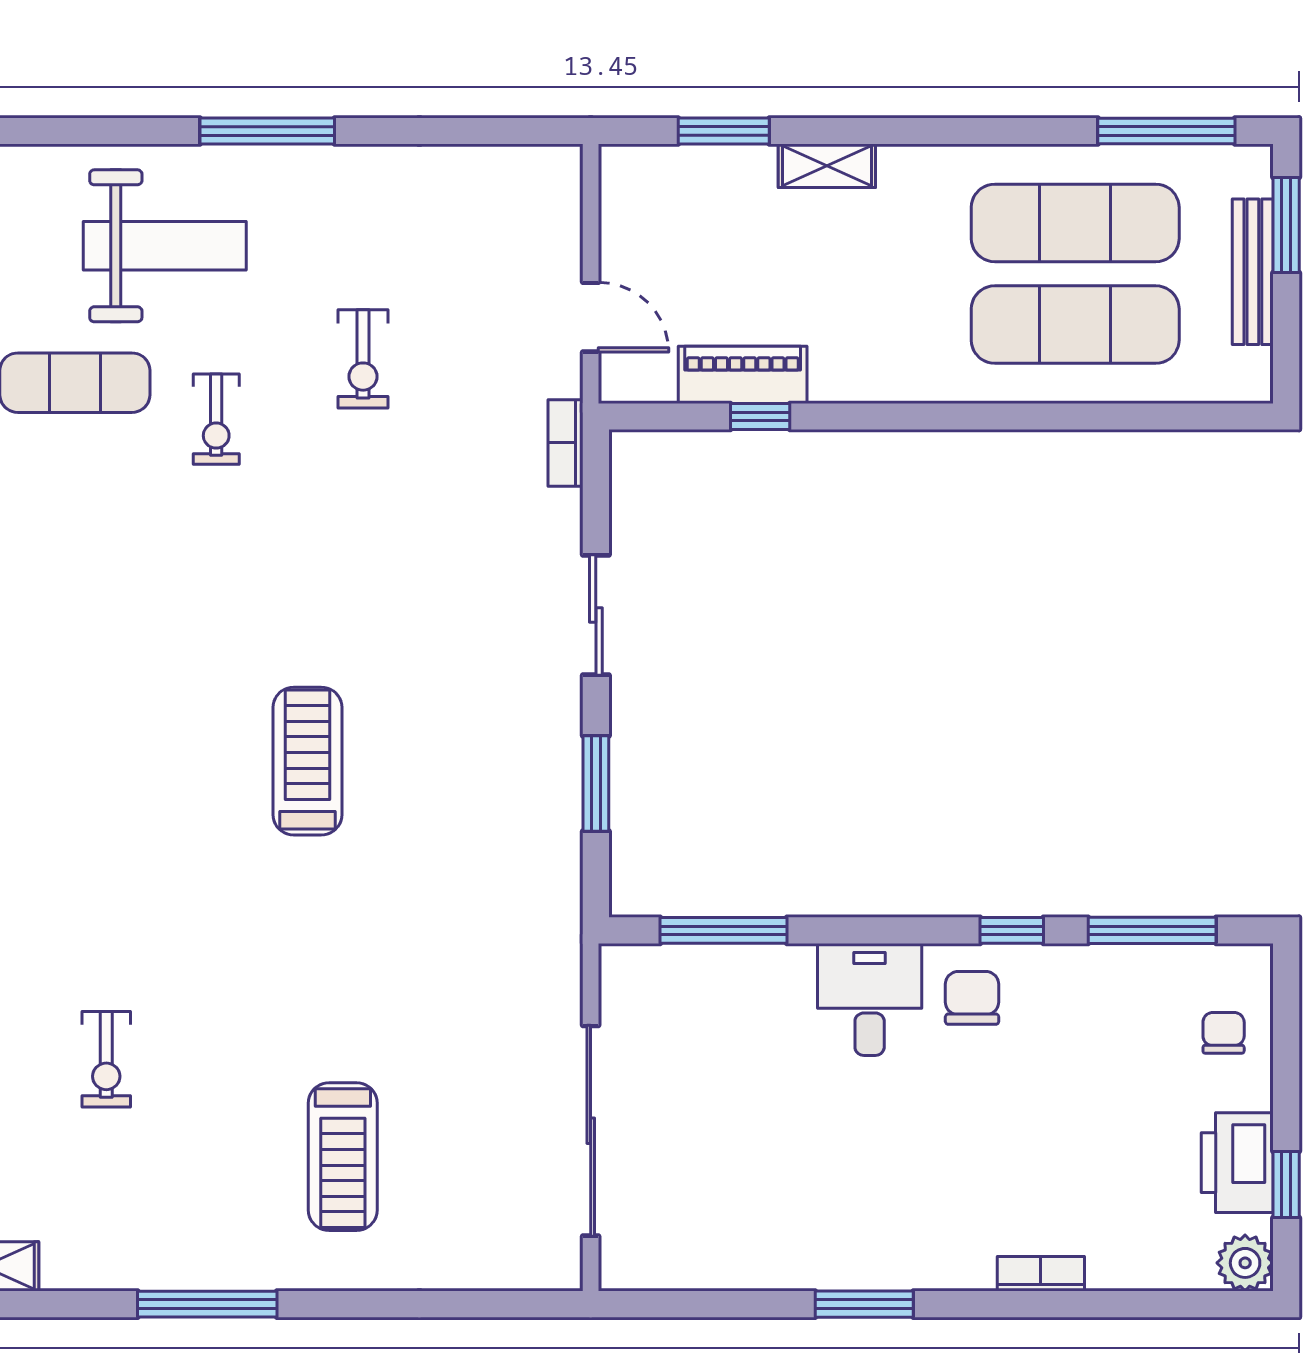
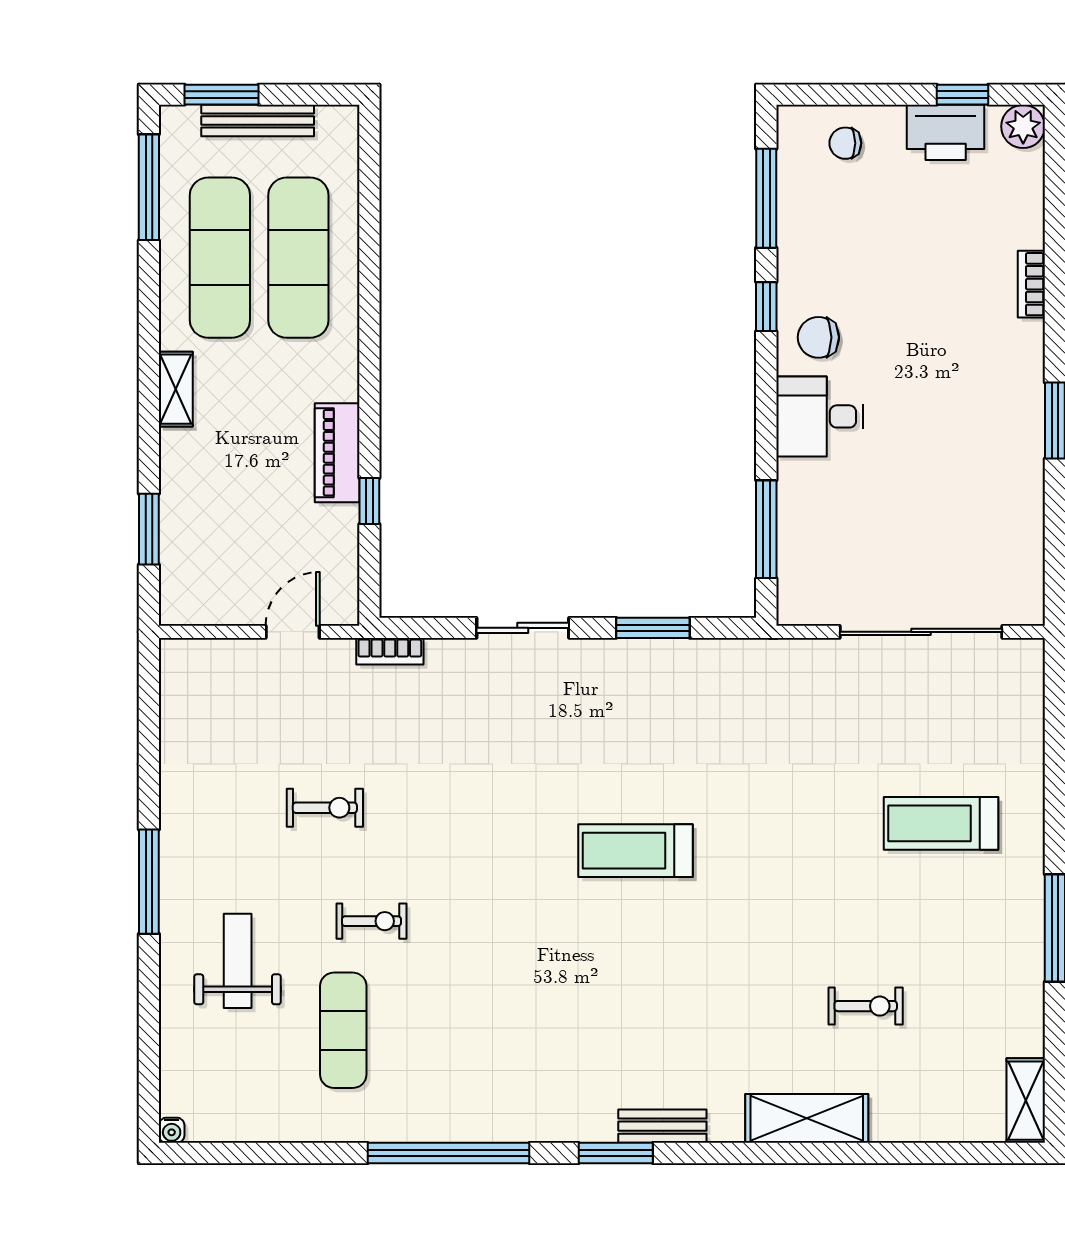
shelving: (827, 166) -> (176, 389), moved
weight bench: (165, 246) -> (238, 961), width x0.73, depth x0.75
piano: (743, 375) -> (337, 453), moved
treadmill: (343, 1157) -> (941, 823), turned 180

